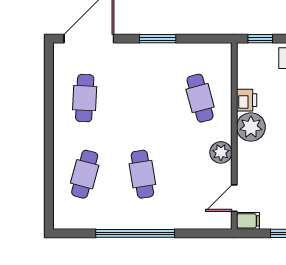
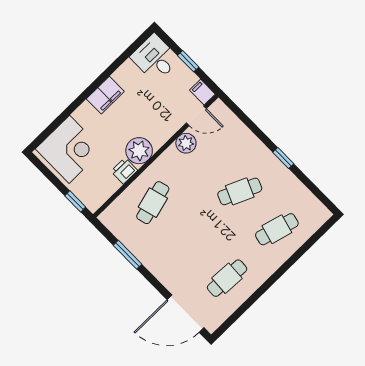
window: (158, 39) -> (128, 255), moved
plant: (221, 152) -> (186, 143), moved
cafe table: (142, 174) -> (240, 191), turned 33
window: (135, 233) -> (283, 158), width x0.32

